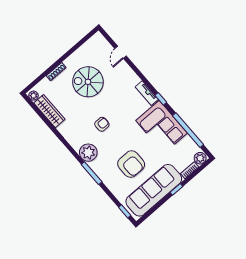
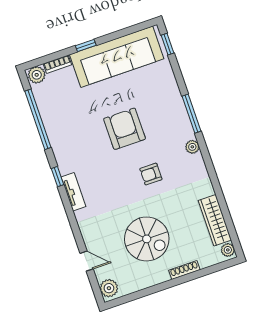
plant: (99, 41) -> (109, 288), added
door: (121, 52) -> (87, 261), hinge flipped
corner sofa: (162, 127) -> (72, 138), removed
plant: (88, 153) -> (192, 147), width x0.53, depth x0.53
armchair: (131, 164) -> (125, 129), moved

